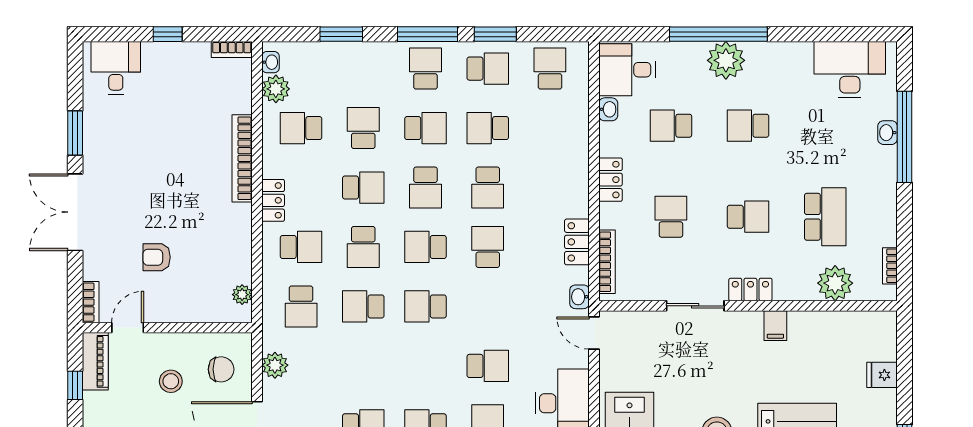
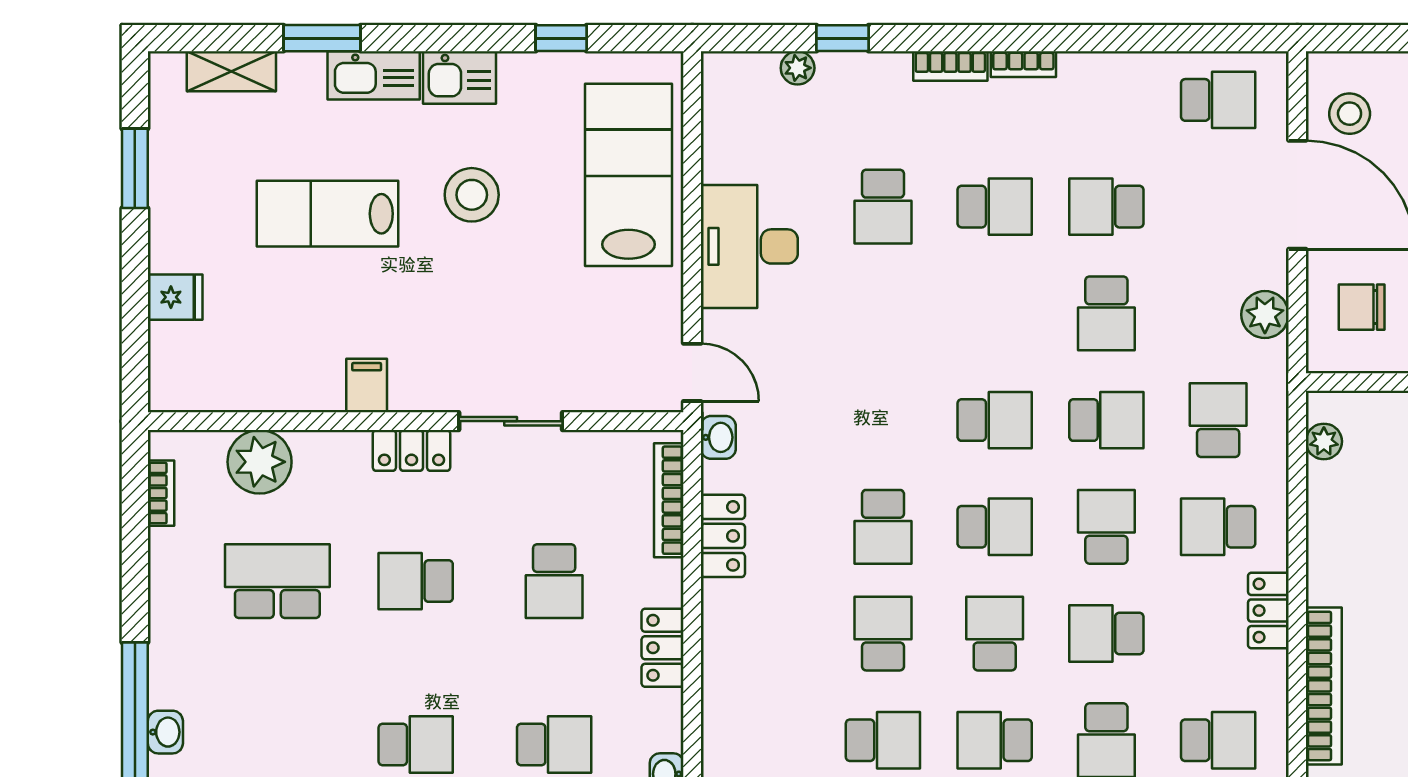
school desk: (825, 217) -> (277, 581), turned 90
school desk: (488, 366) -> (1106, 313), moved, turned -90

